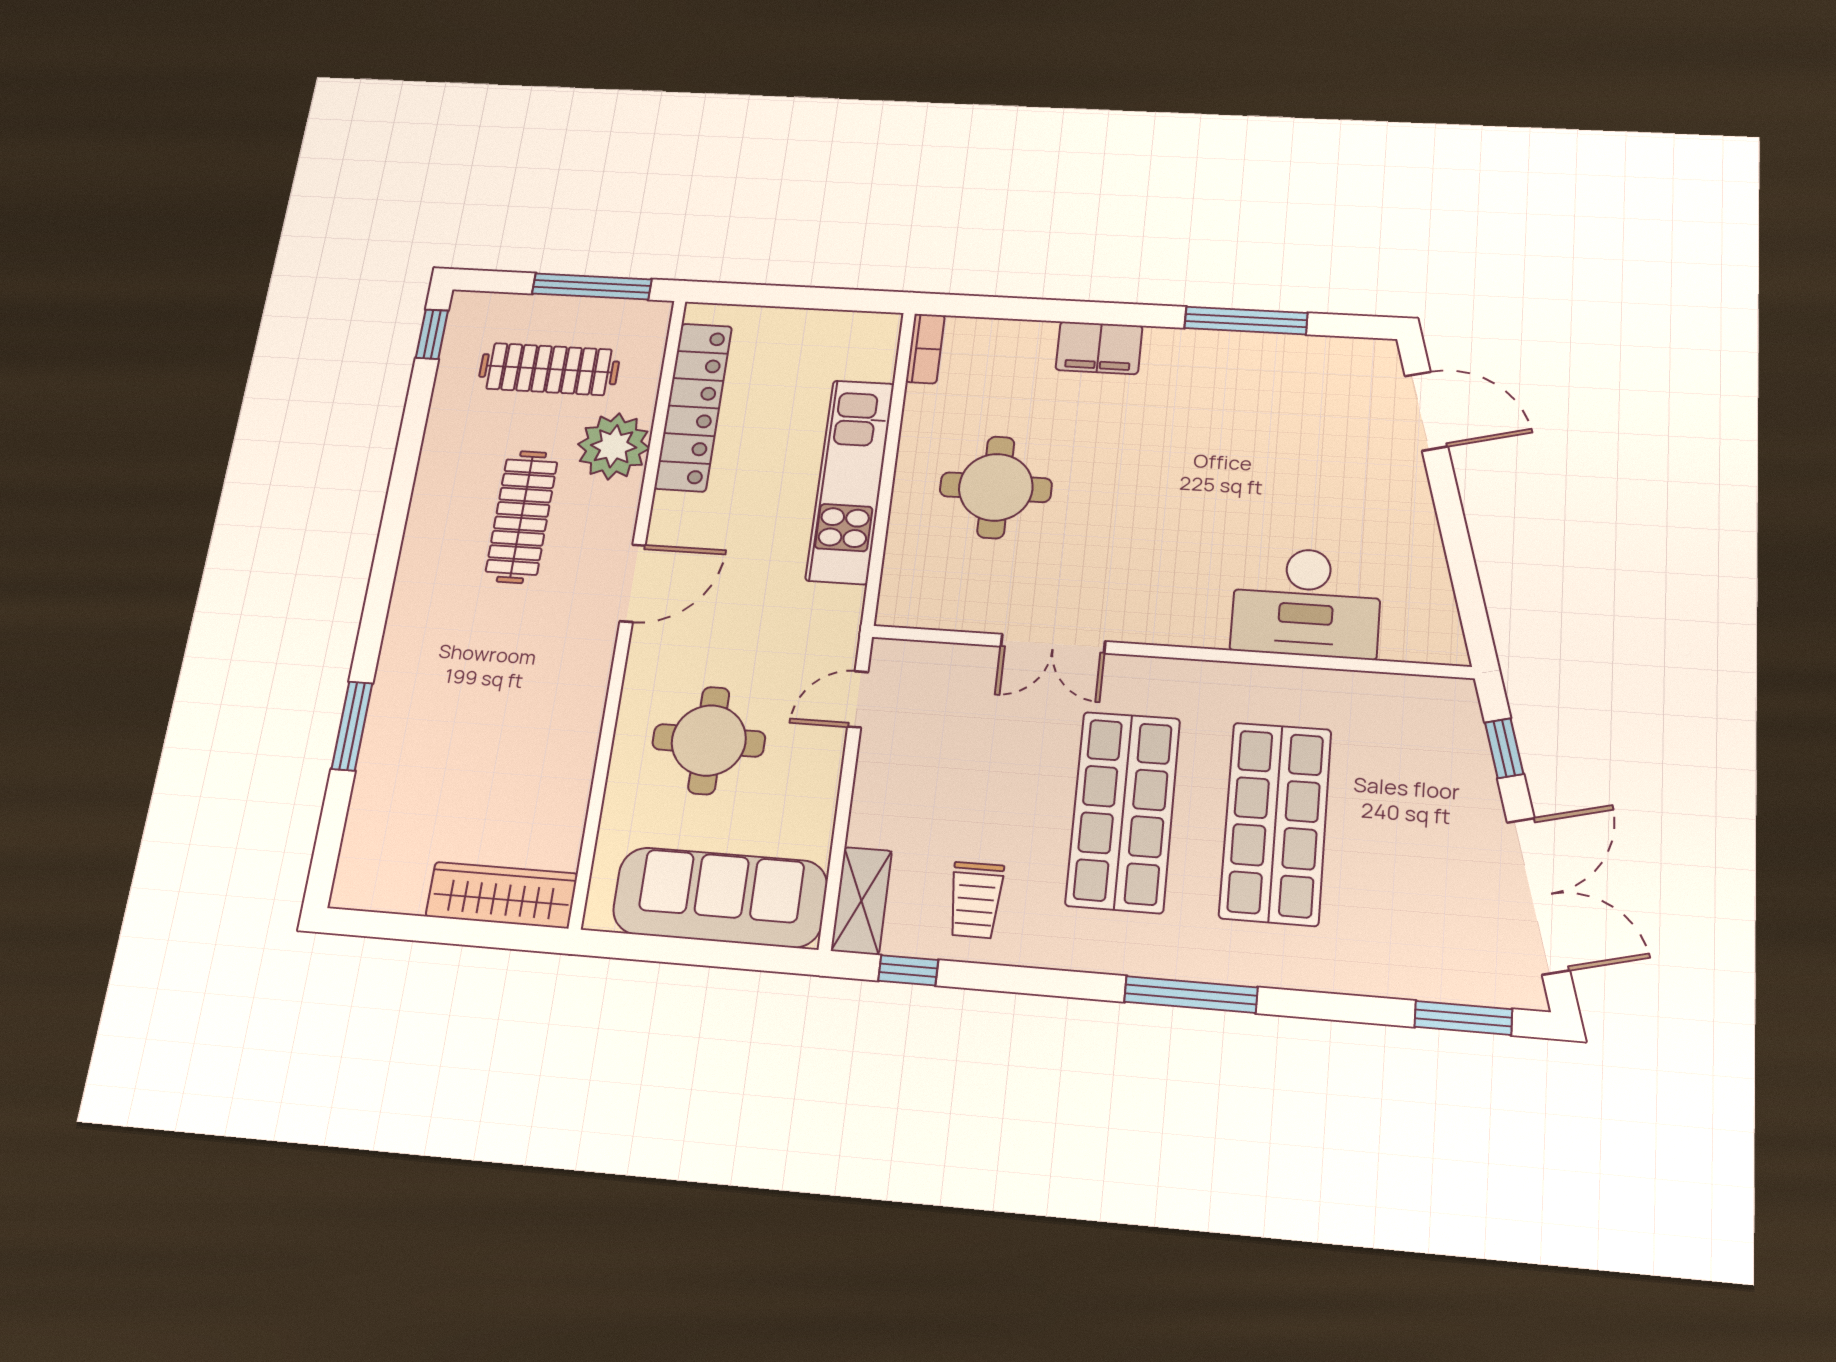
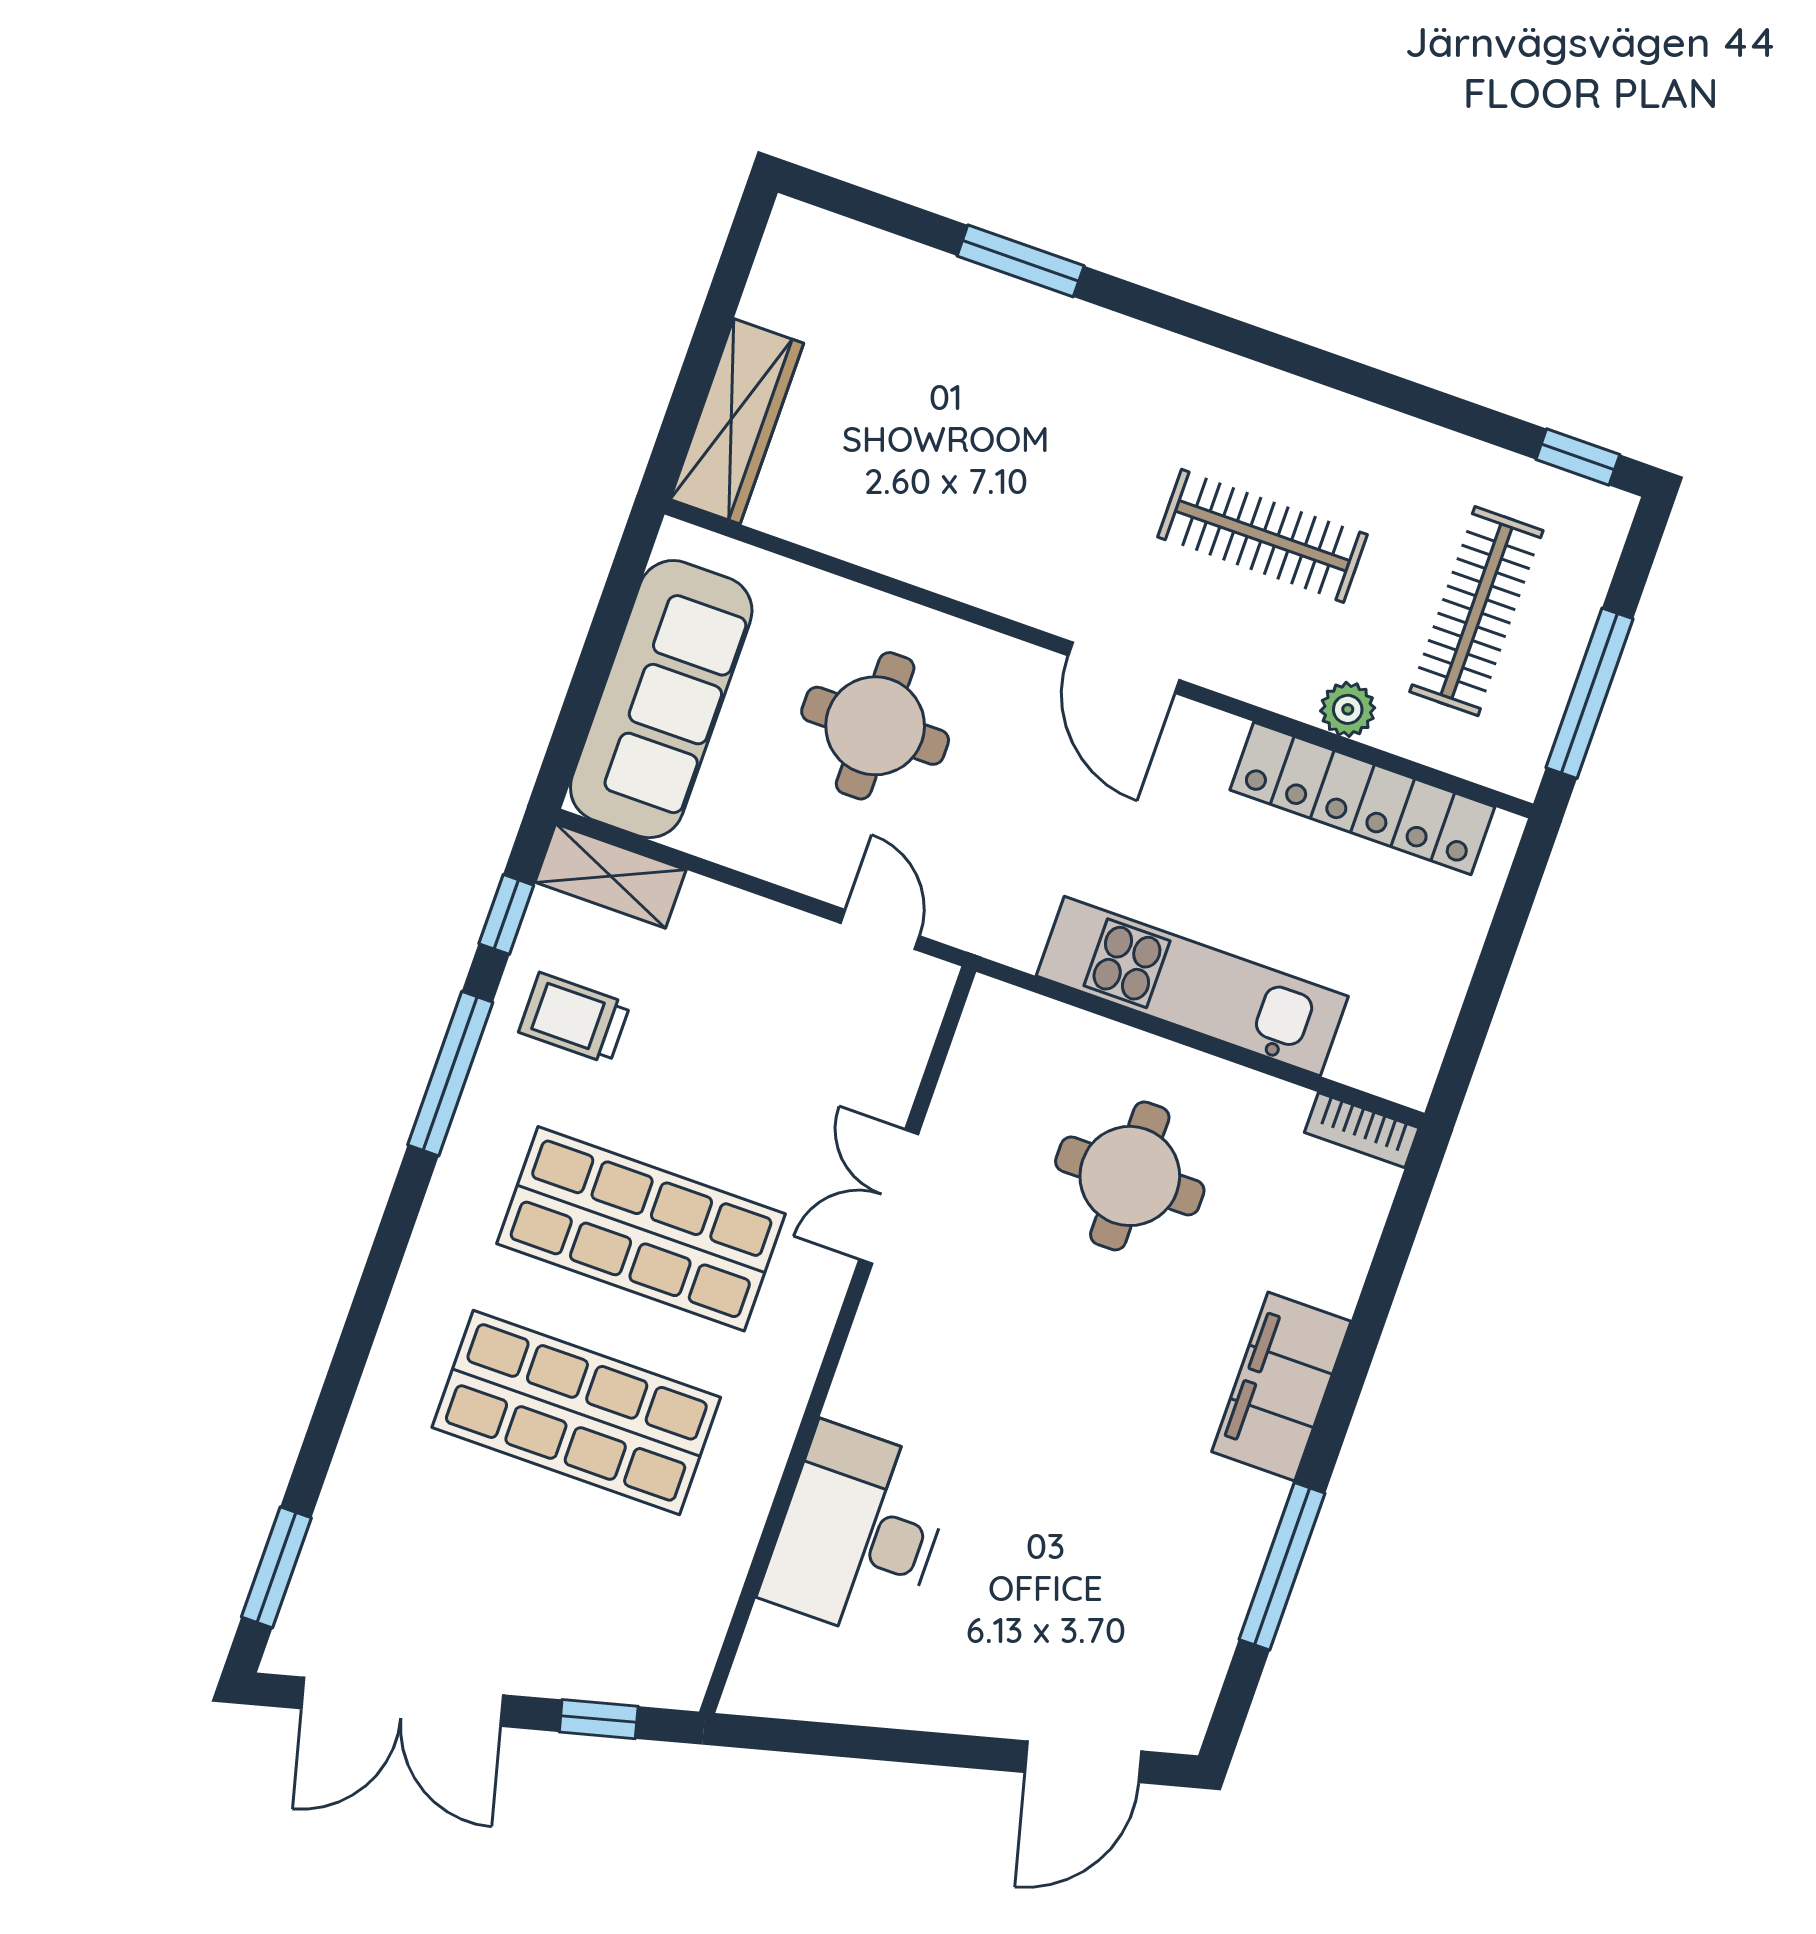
filing cabinet: (1099, 348) -> (1281, 1386), width x1.50, depth x1.17
plant: (614, 446) -> (1348, 709), width x0.53, depth x0.53
window: (1191, 995) -> (450, 1074), moved

